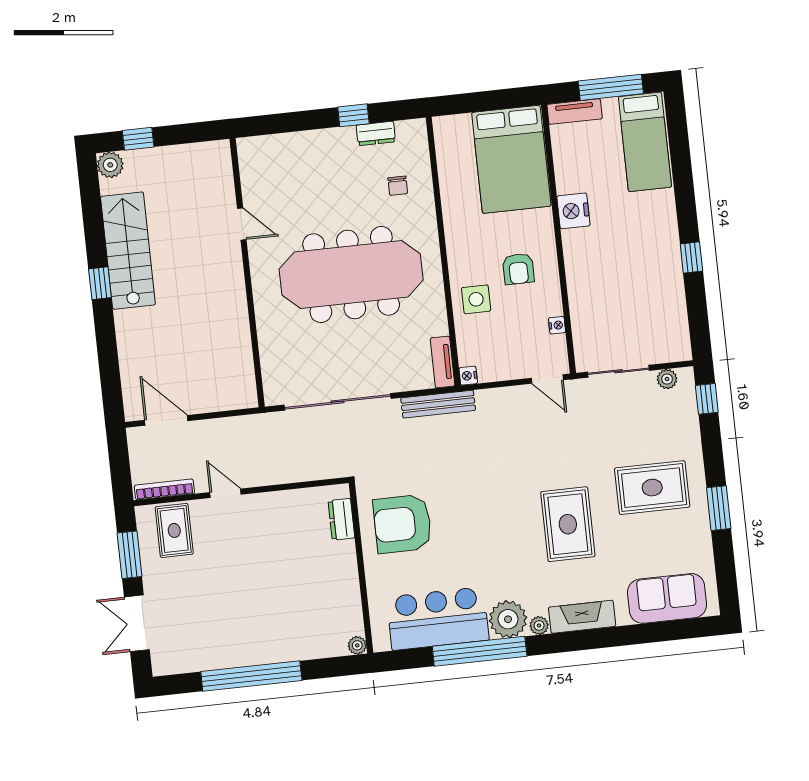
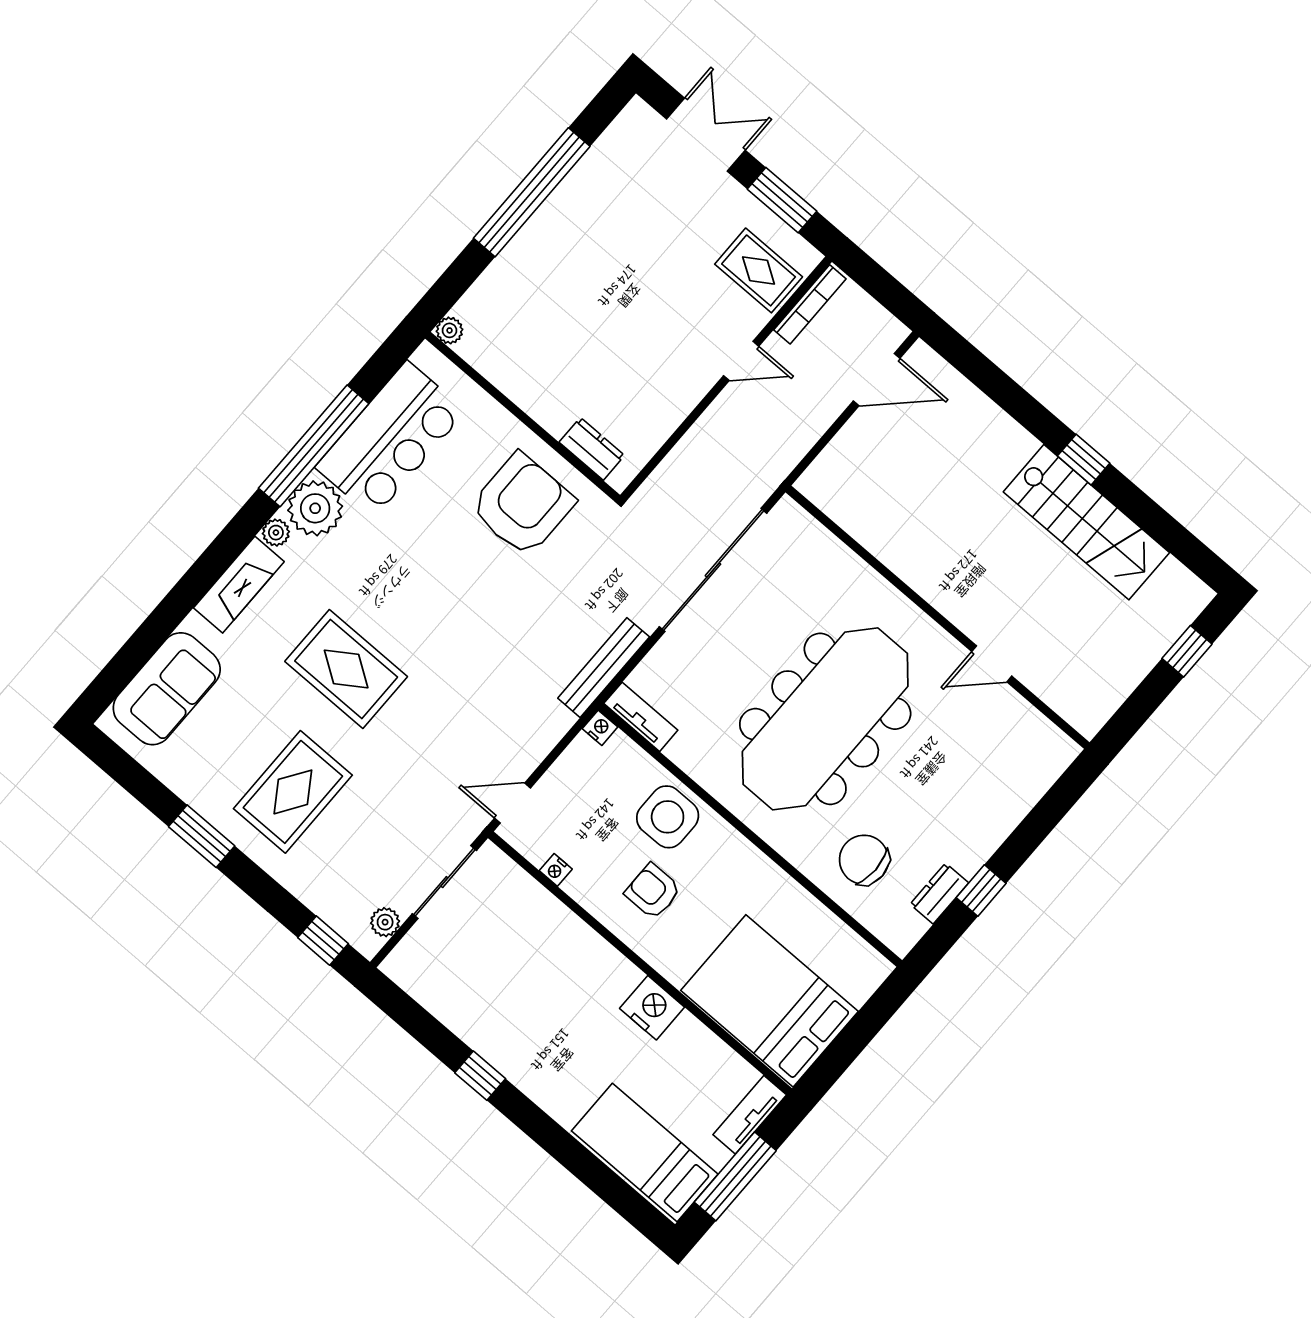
plant: (110, 165) -> (1191, 596), removed
chair: (398, 186) -> (864, 860), width x1.87, depth x1.87
side table: (476, 299) -> (668, 817), width x1.37, depth x1.37

